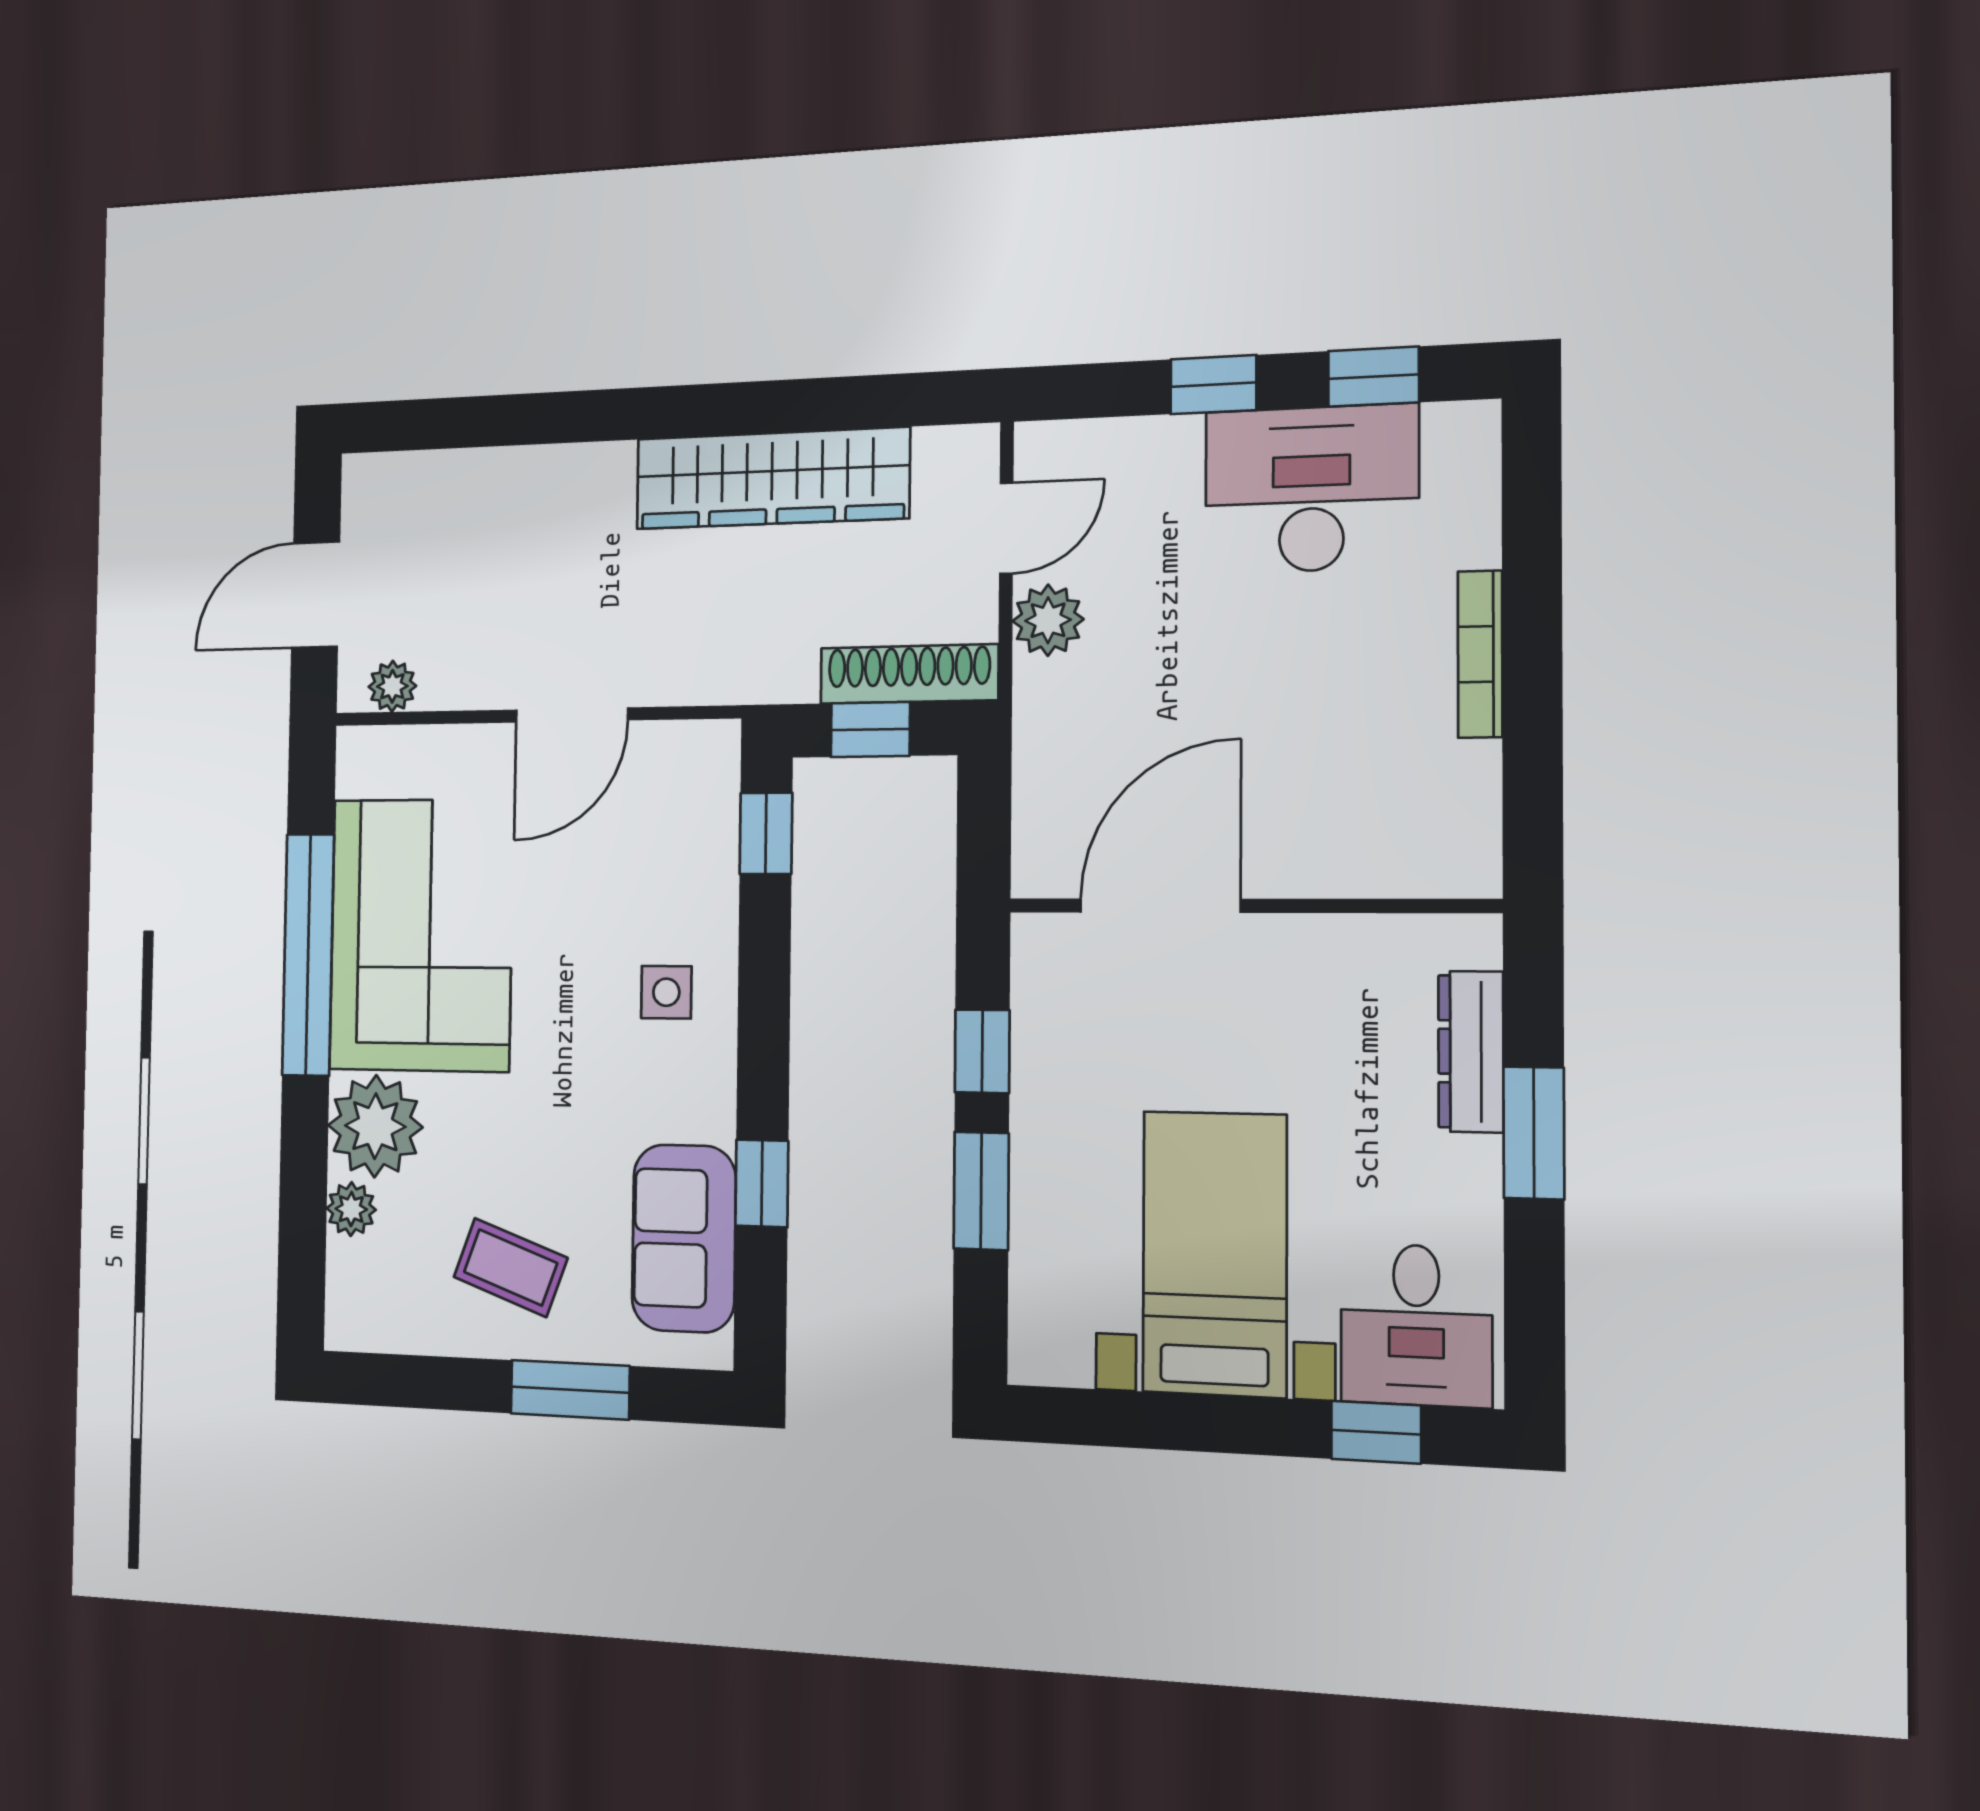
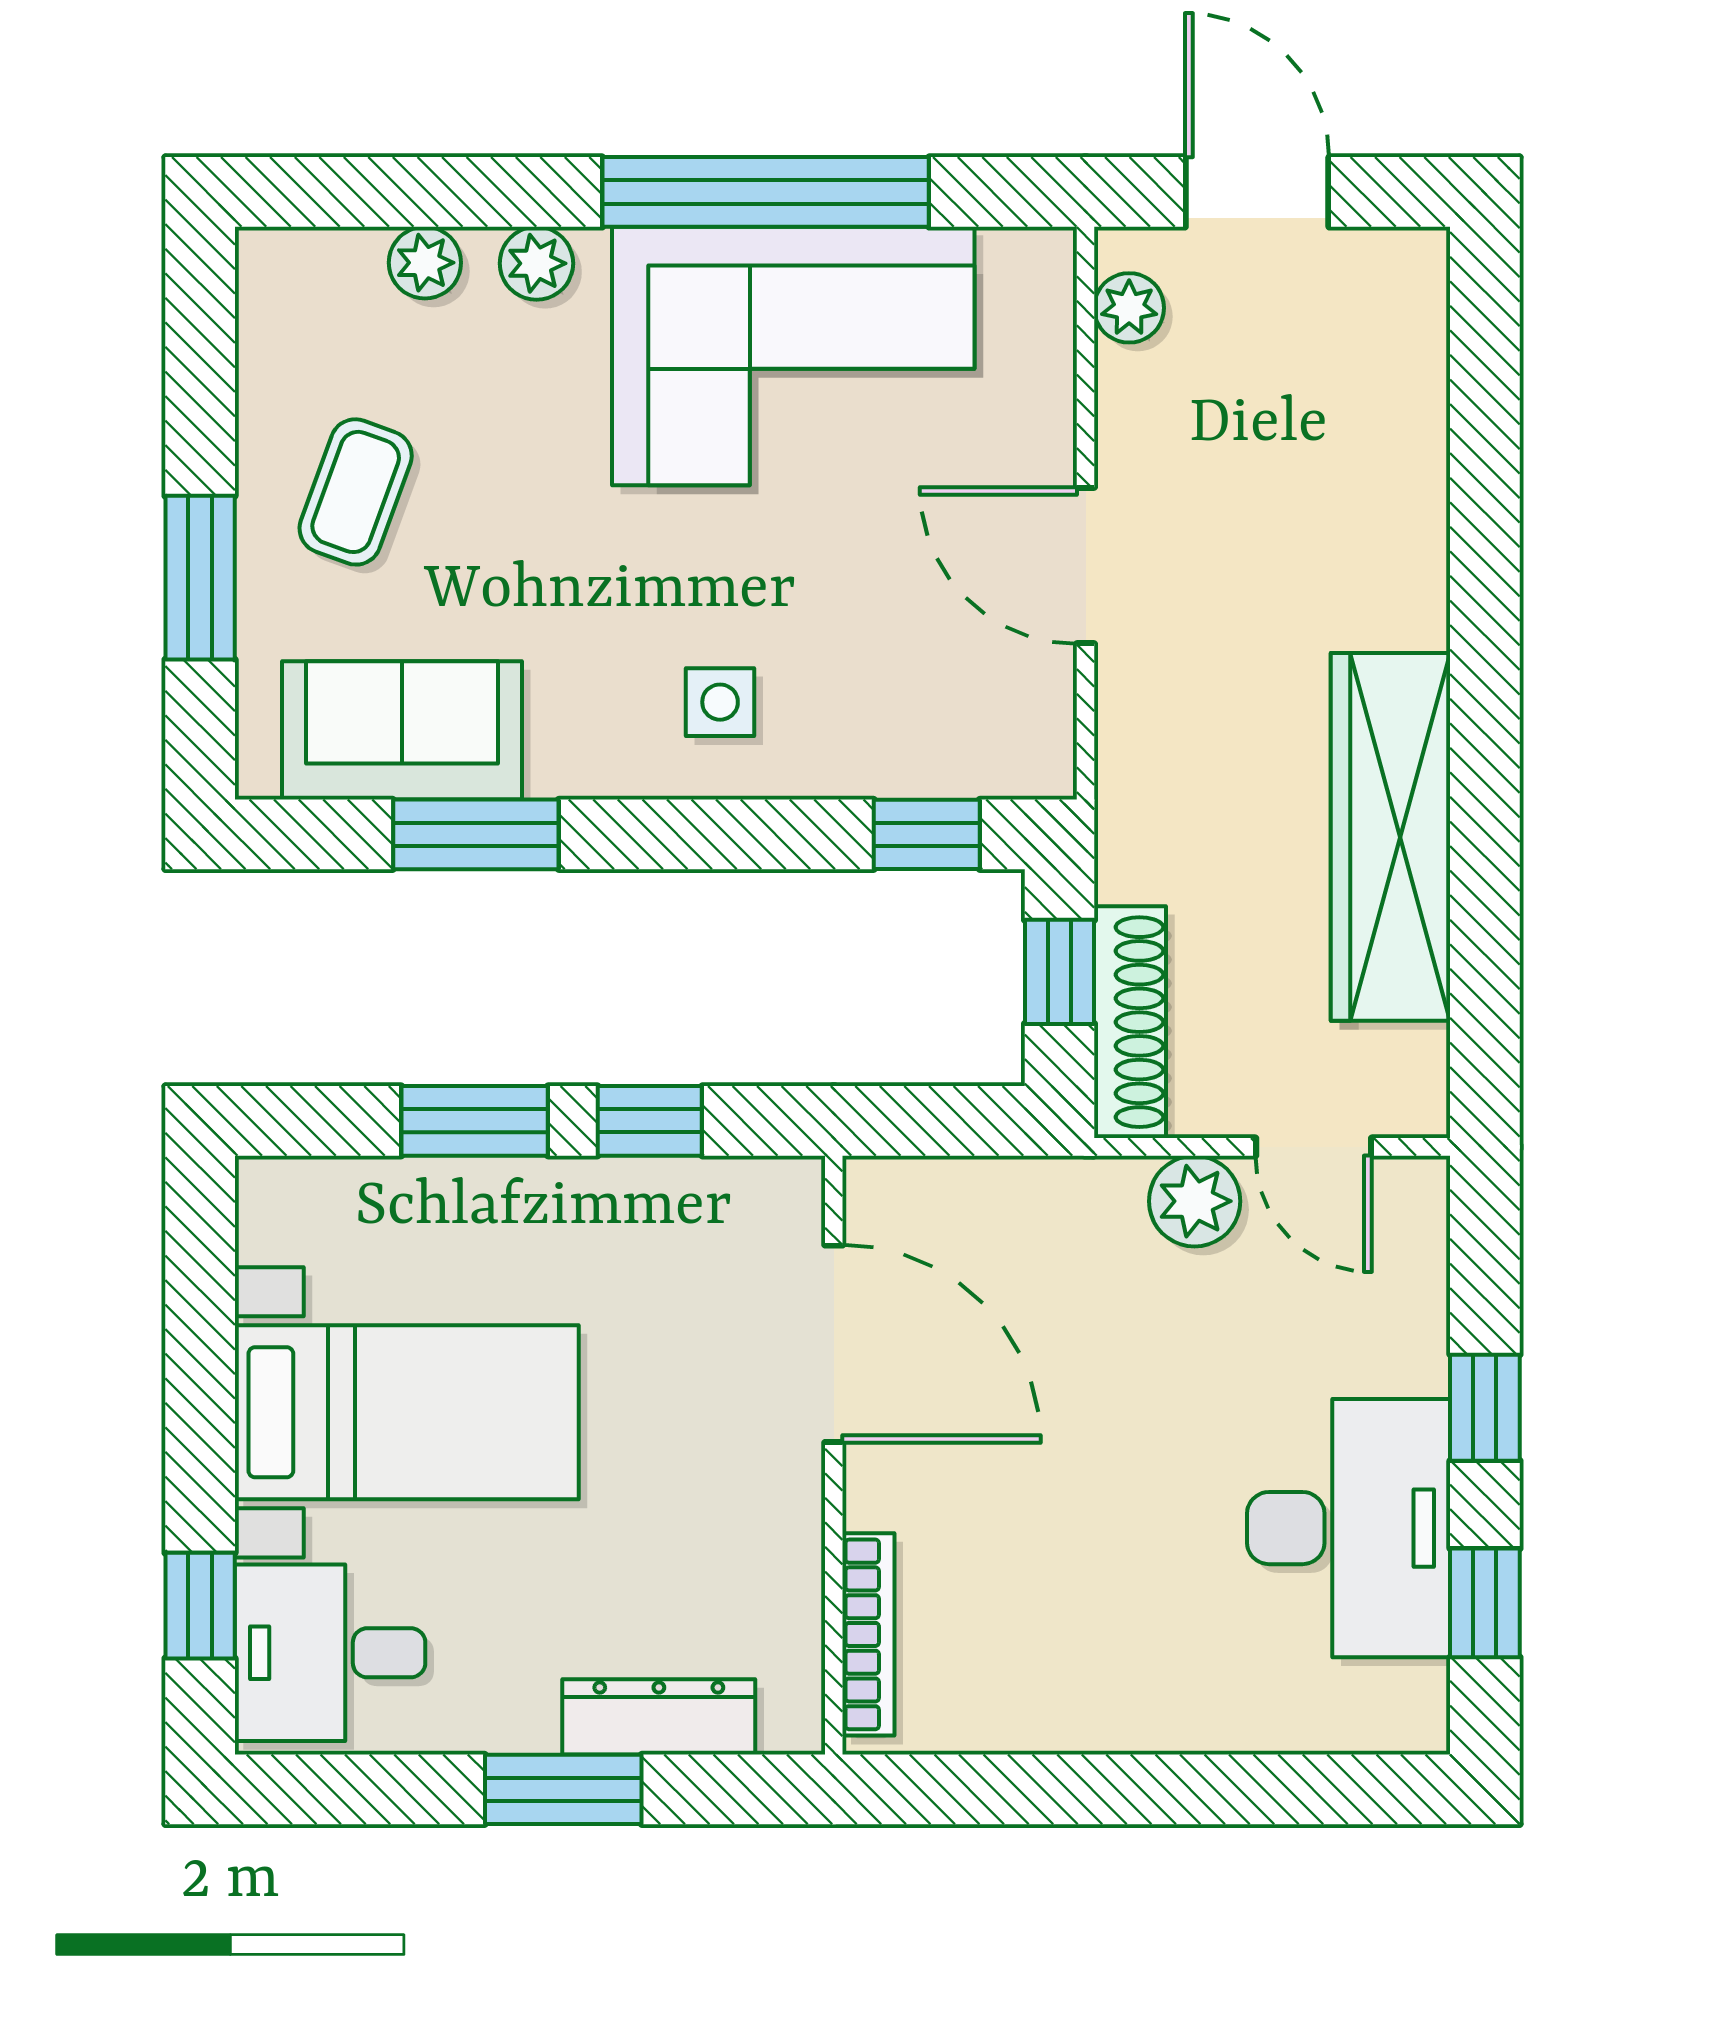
bookcase: (1480, 654) -> (868, 1634), moved, turned 90
plant: (375, 1126) -> (536, 263), width x0.53, depth x0.53
window: (762, 1183) -> (476, 834), width x1.50

